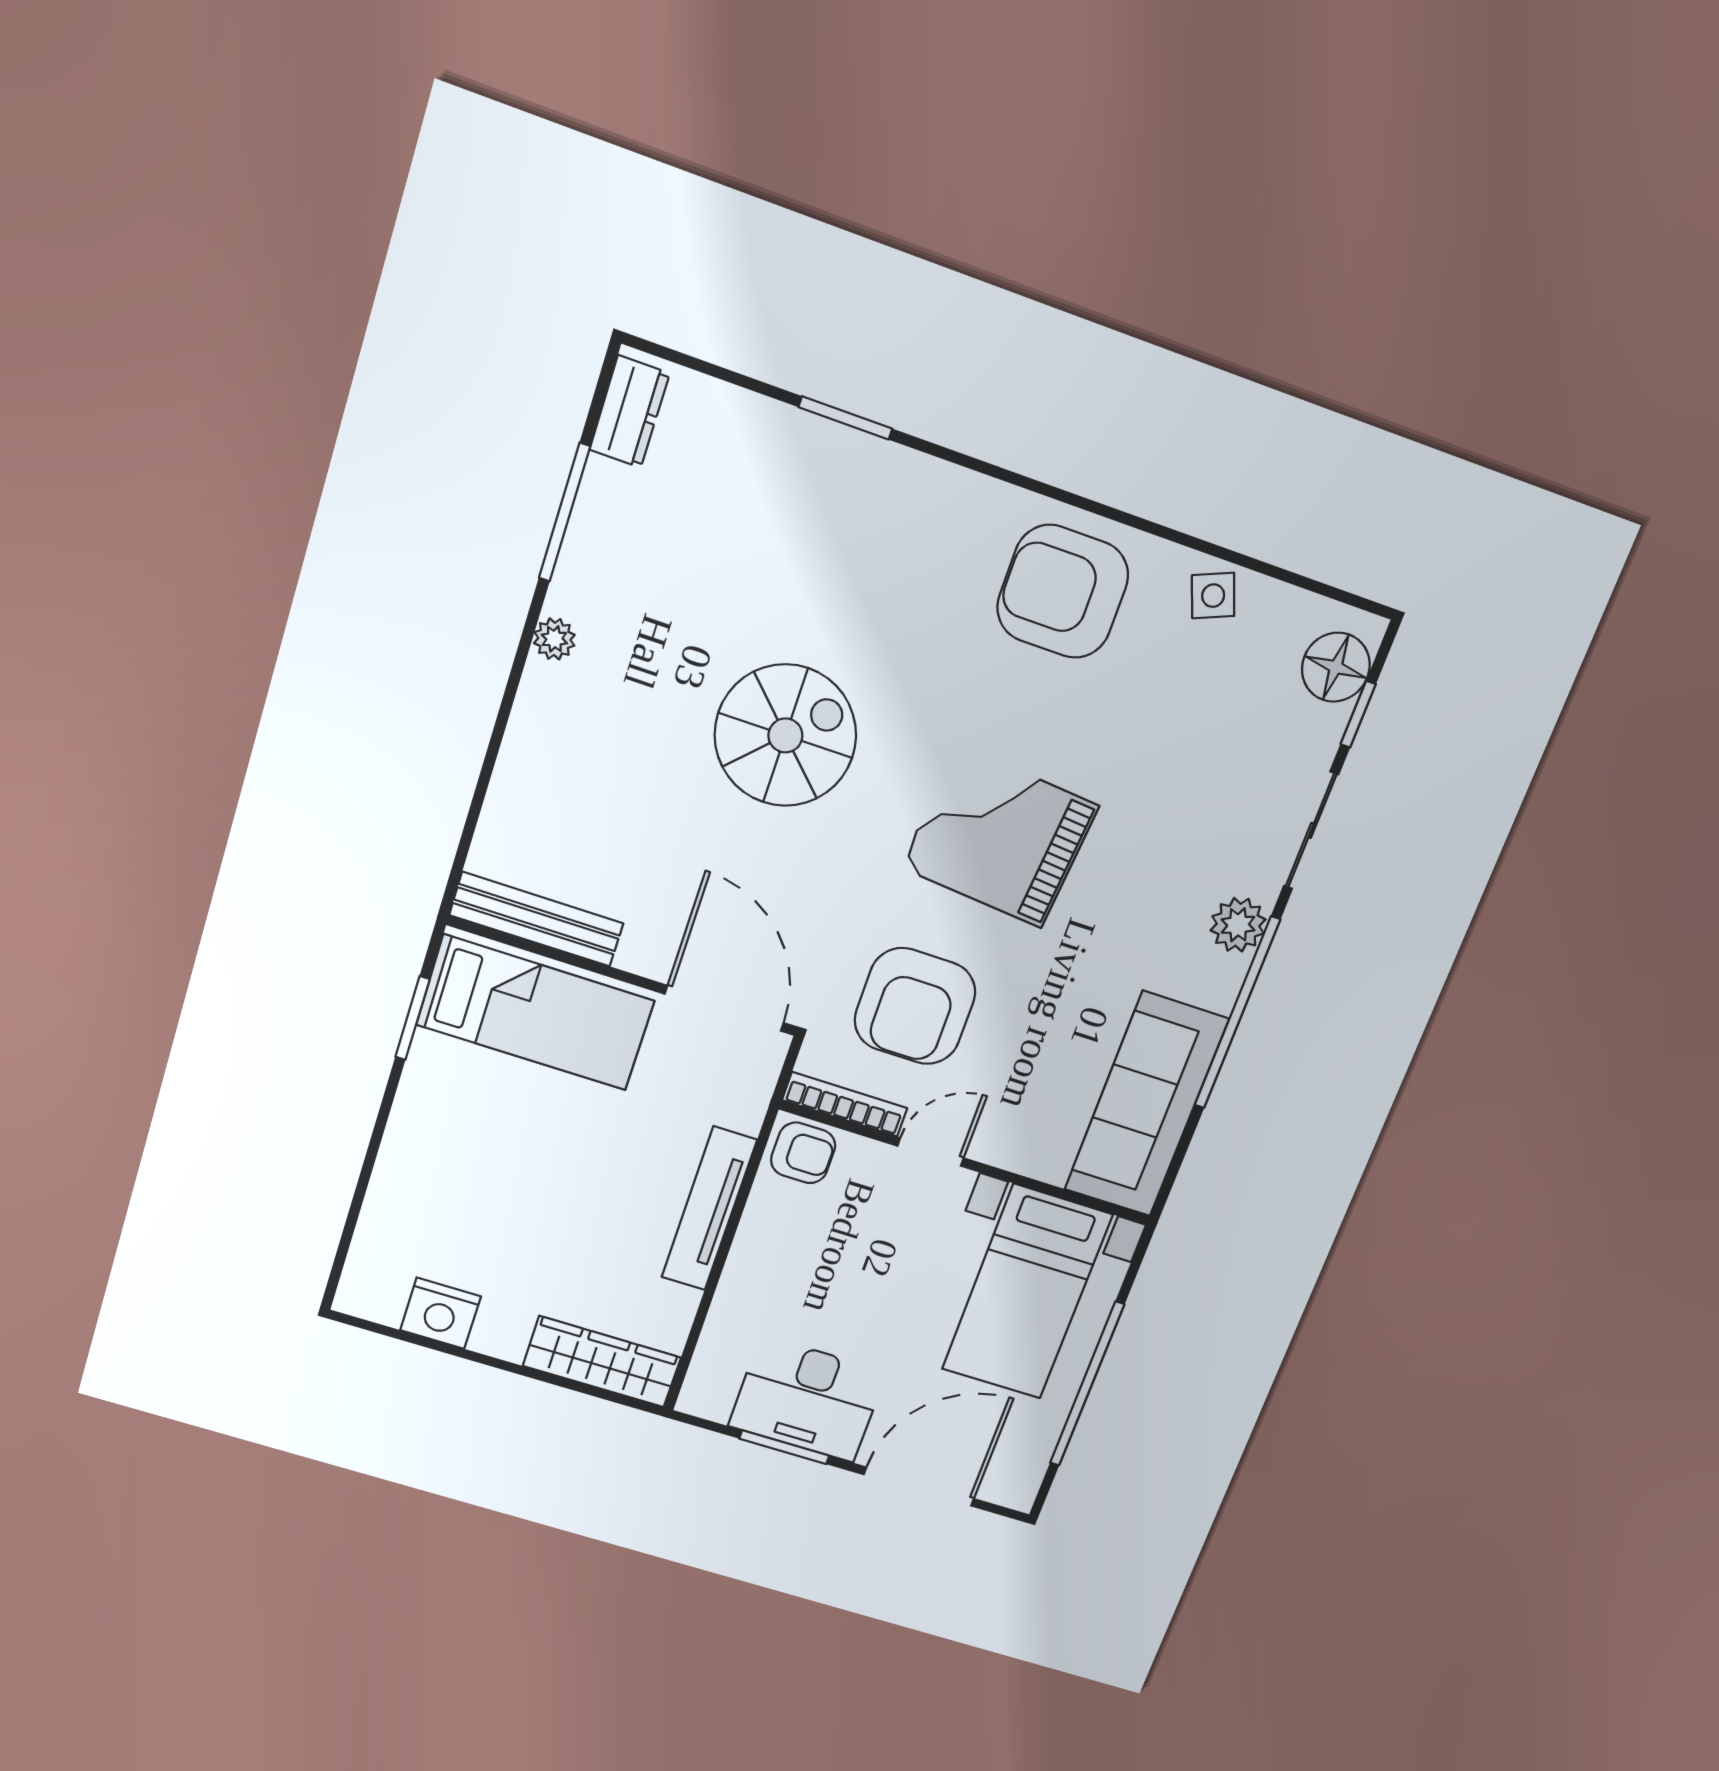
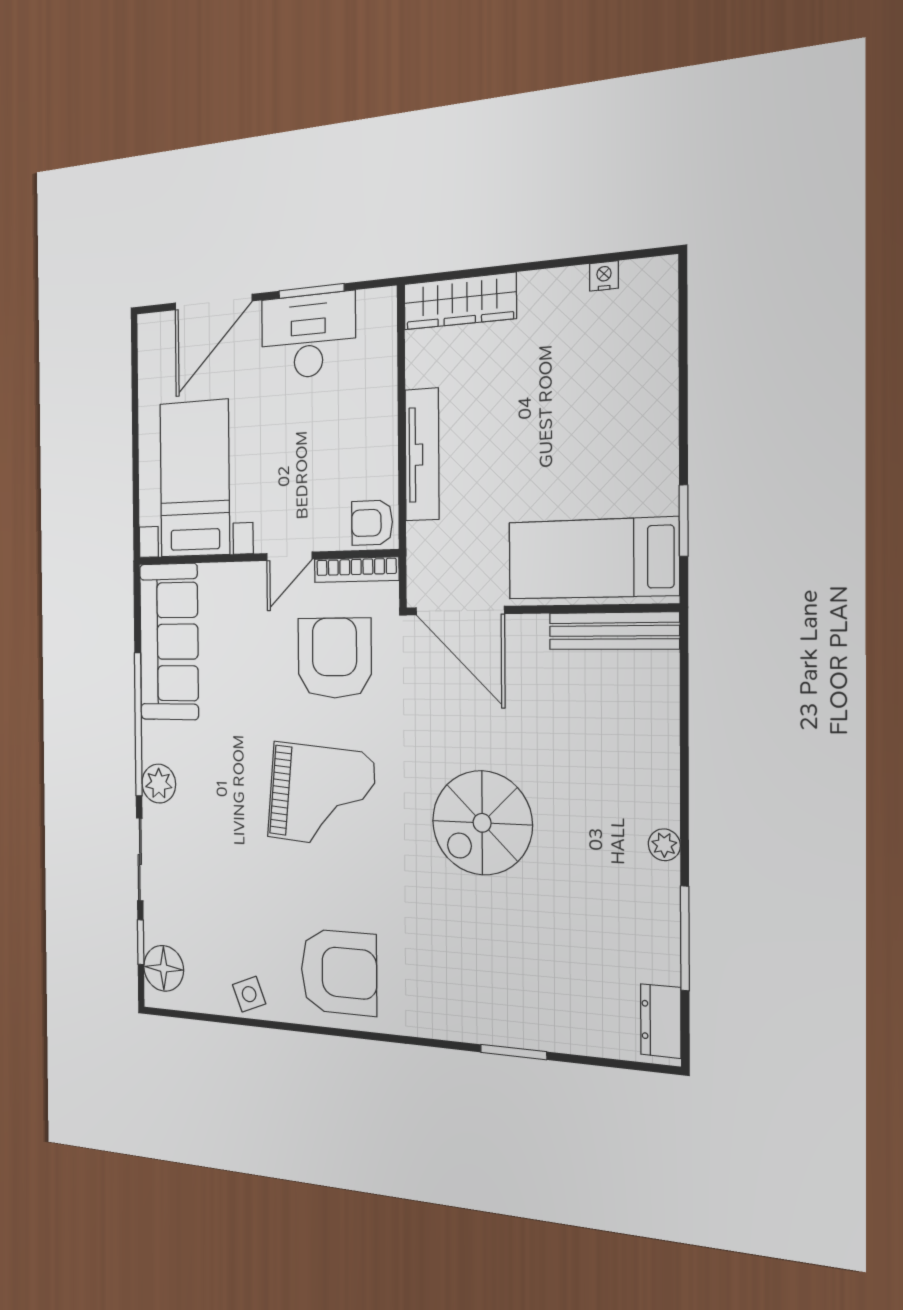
nightstand: (440, 1313) -> (604, 276), width x0.53, depth x0.56
window: (1087, 1384) -> (135, 427), removed

